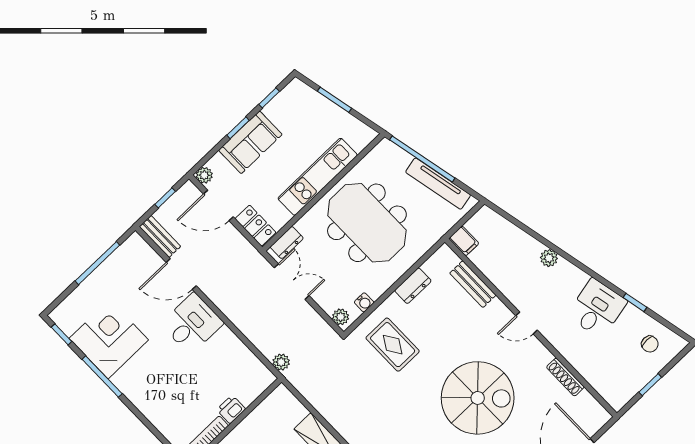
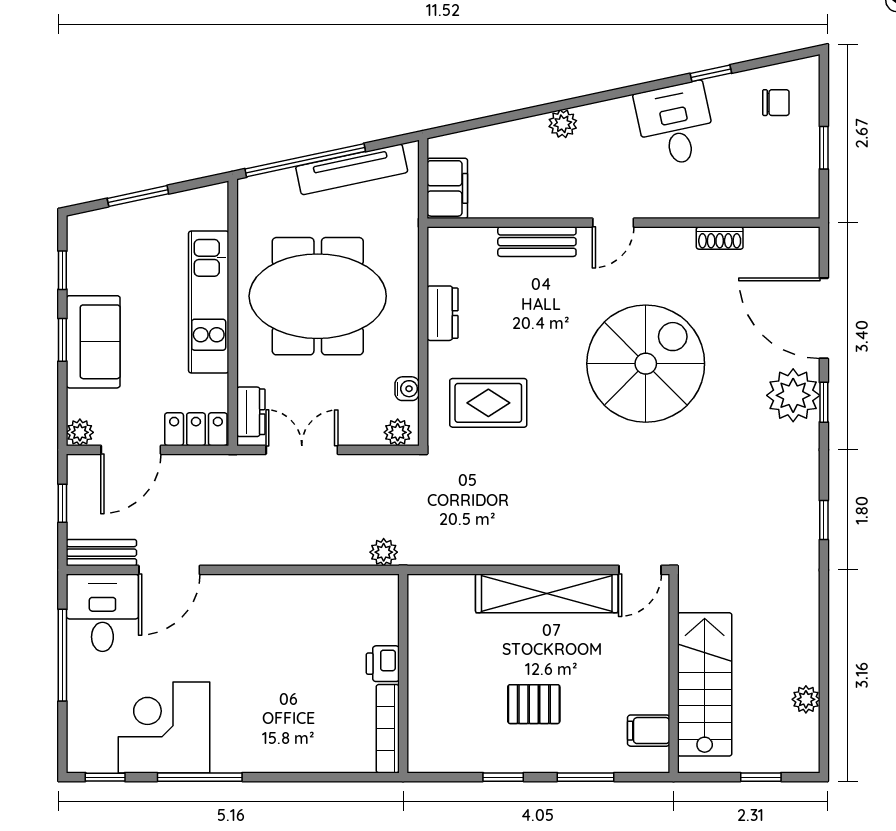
filing cabinet: (464, 241) -> (447, 188), width x2.00
bench: (473, 284) -> (537, 242), moved
desk: (192, 324) -> (102, 613), moved
shoe rack: (565, 377) -> (720, 238), width x0.70

